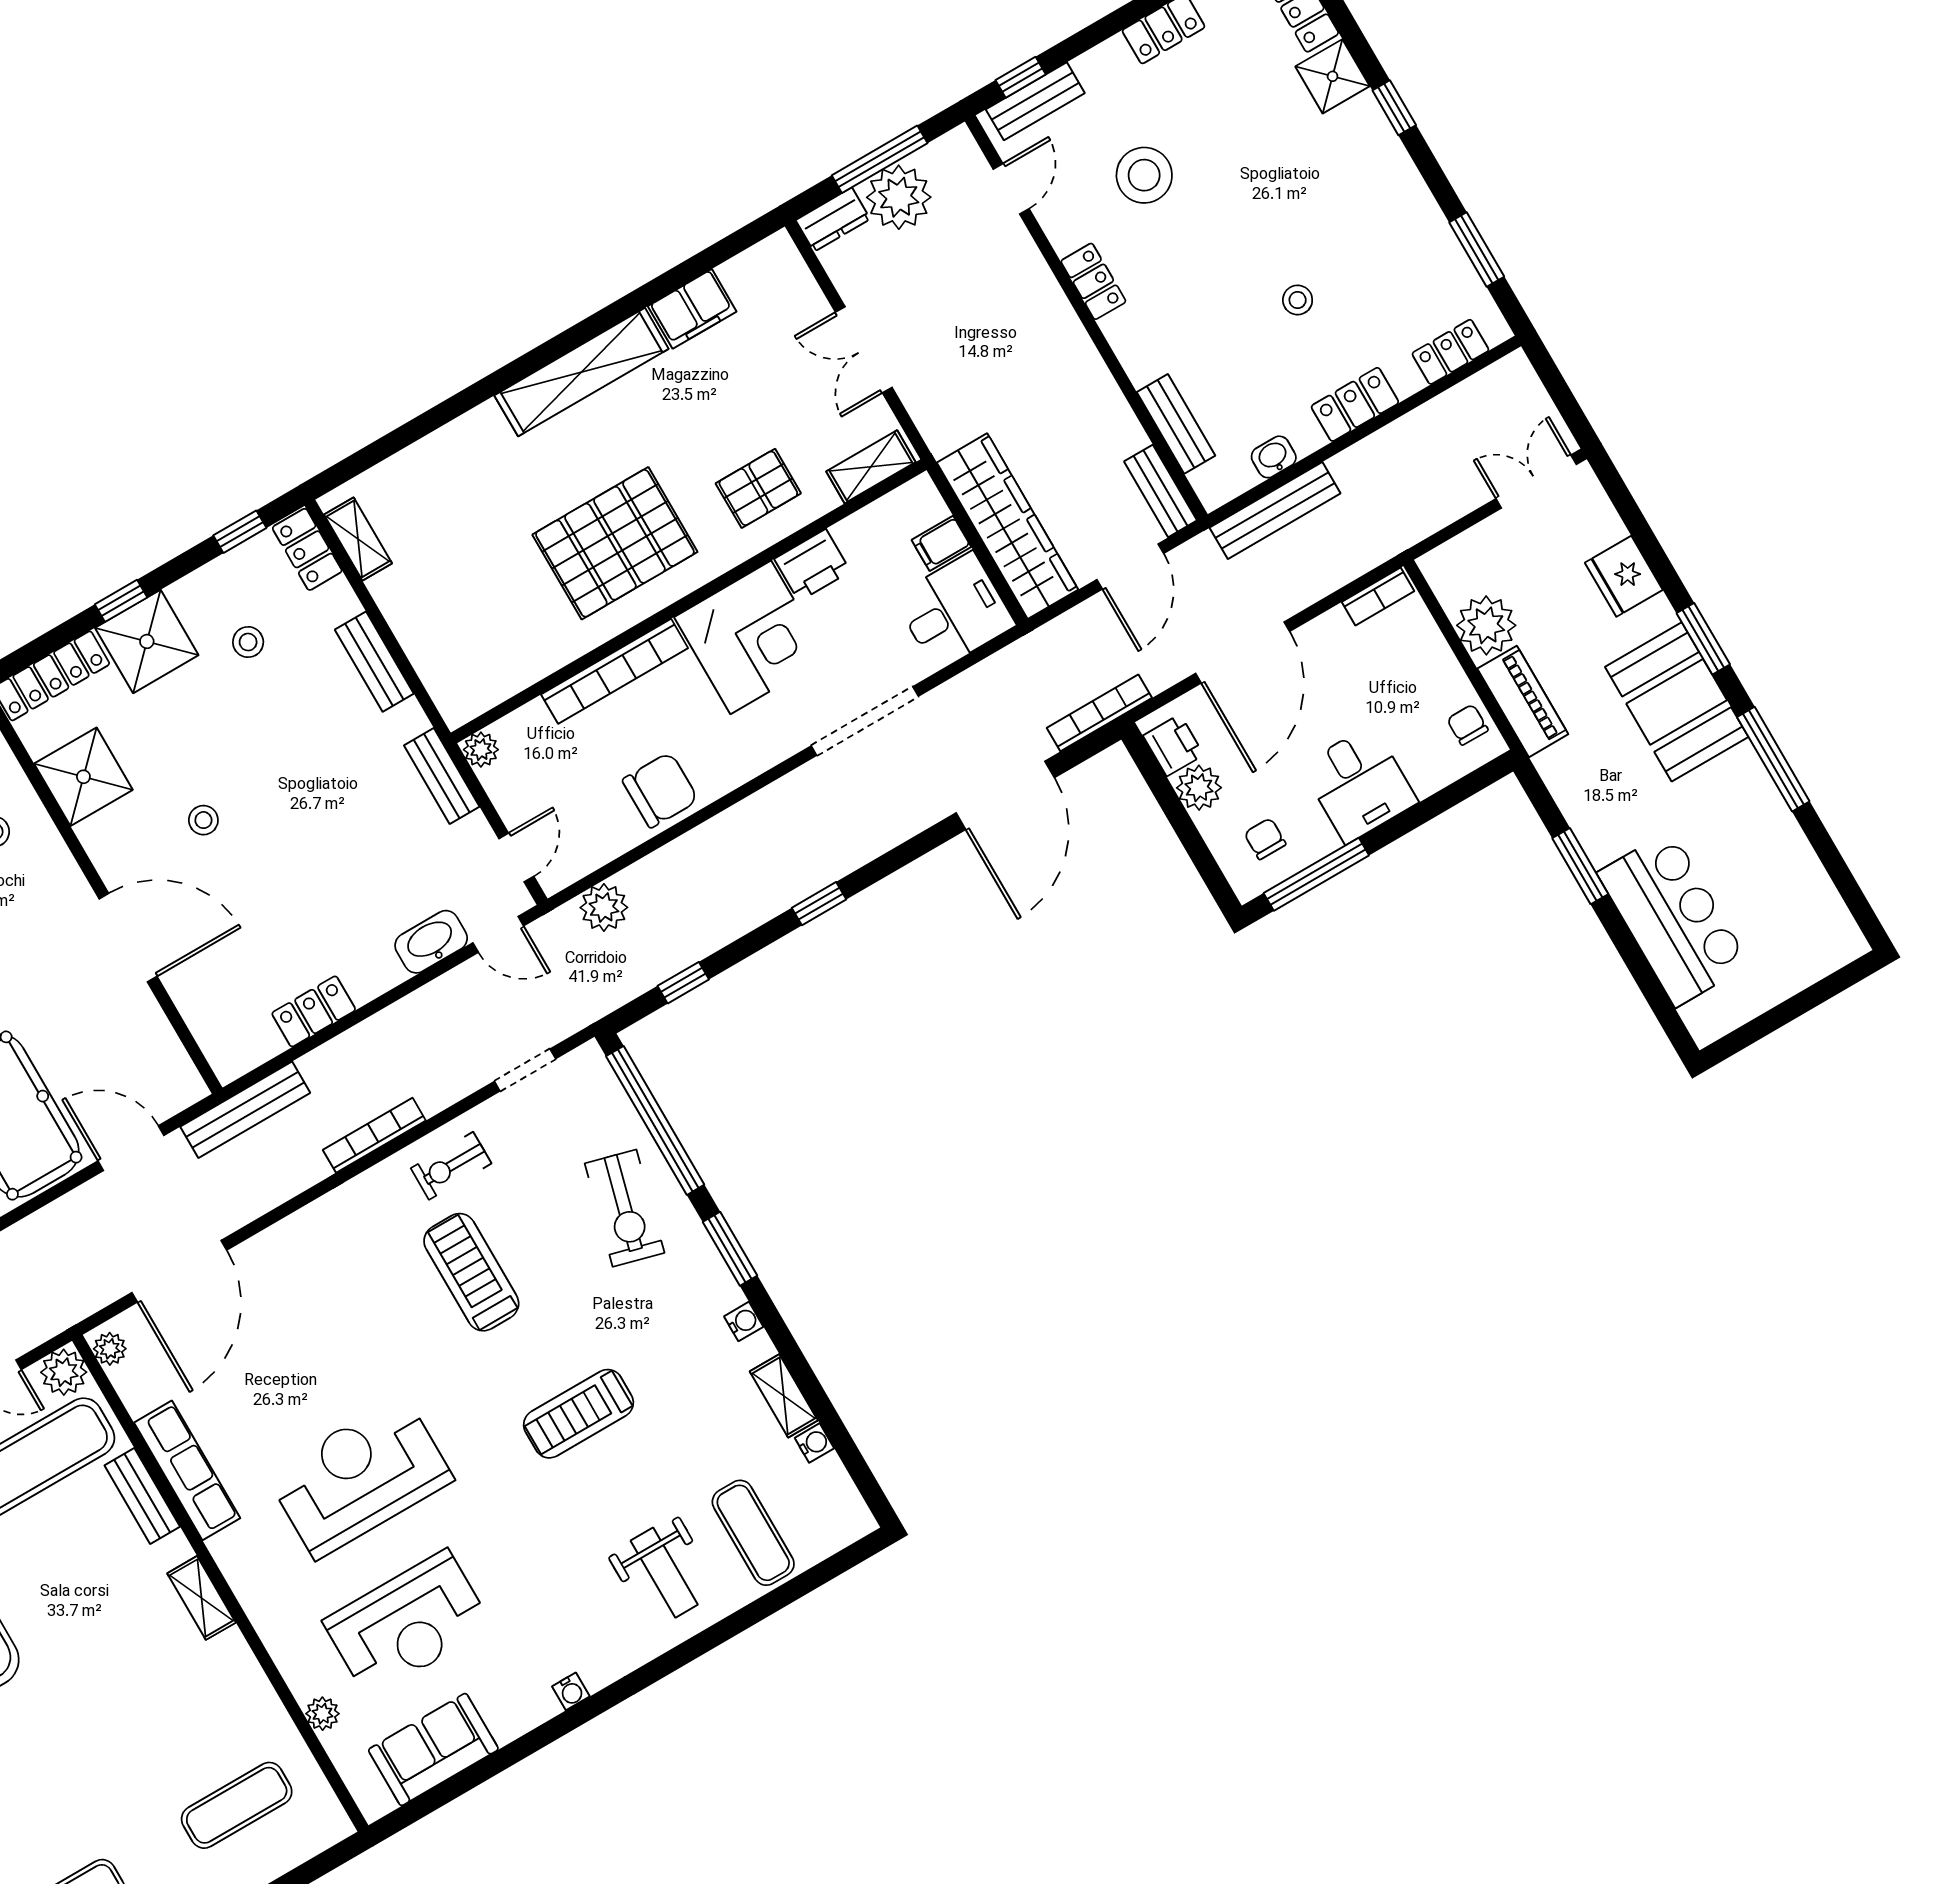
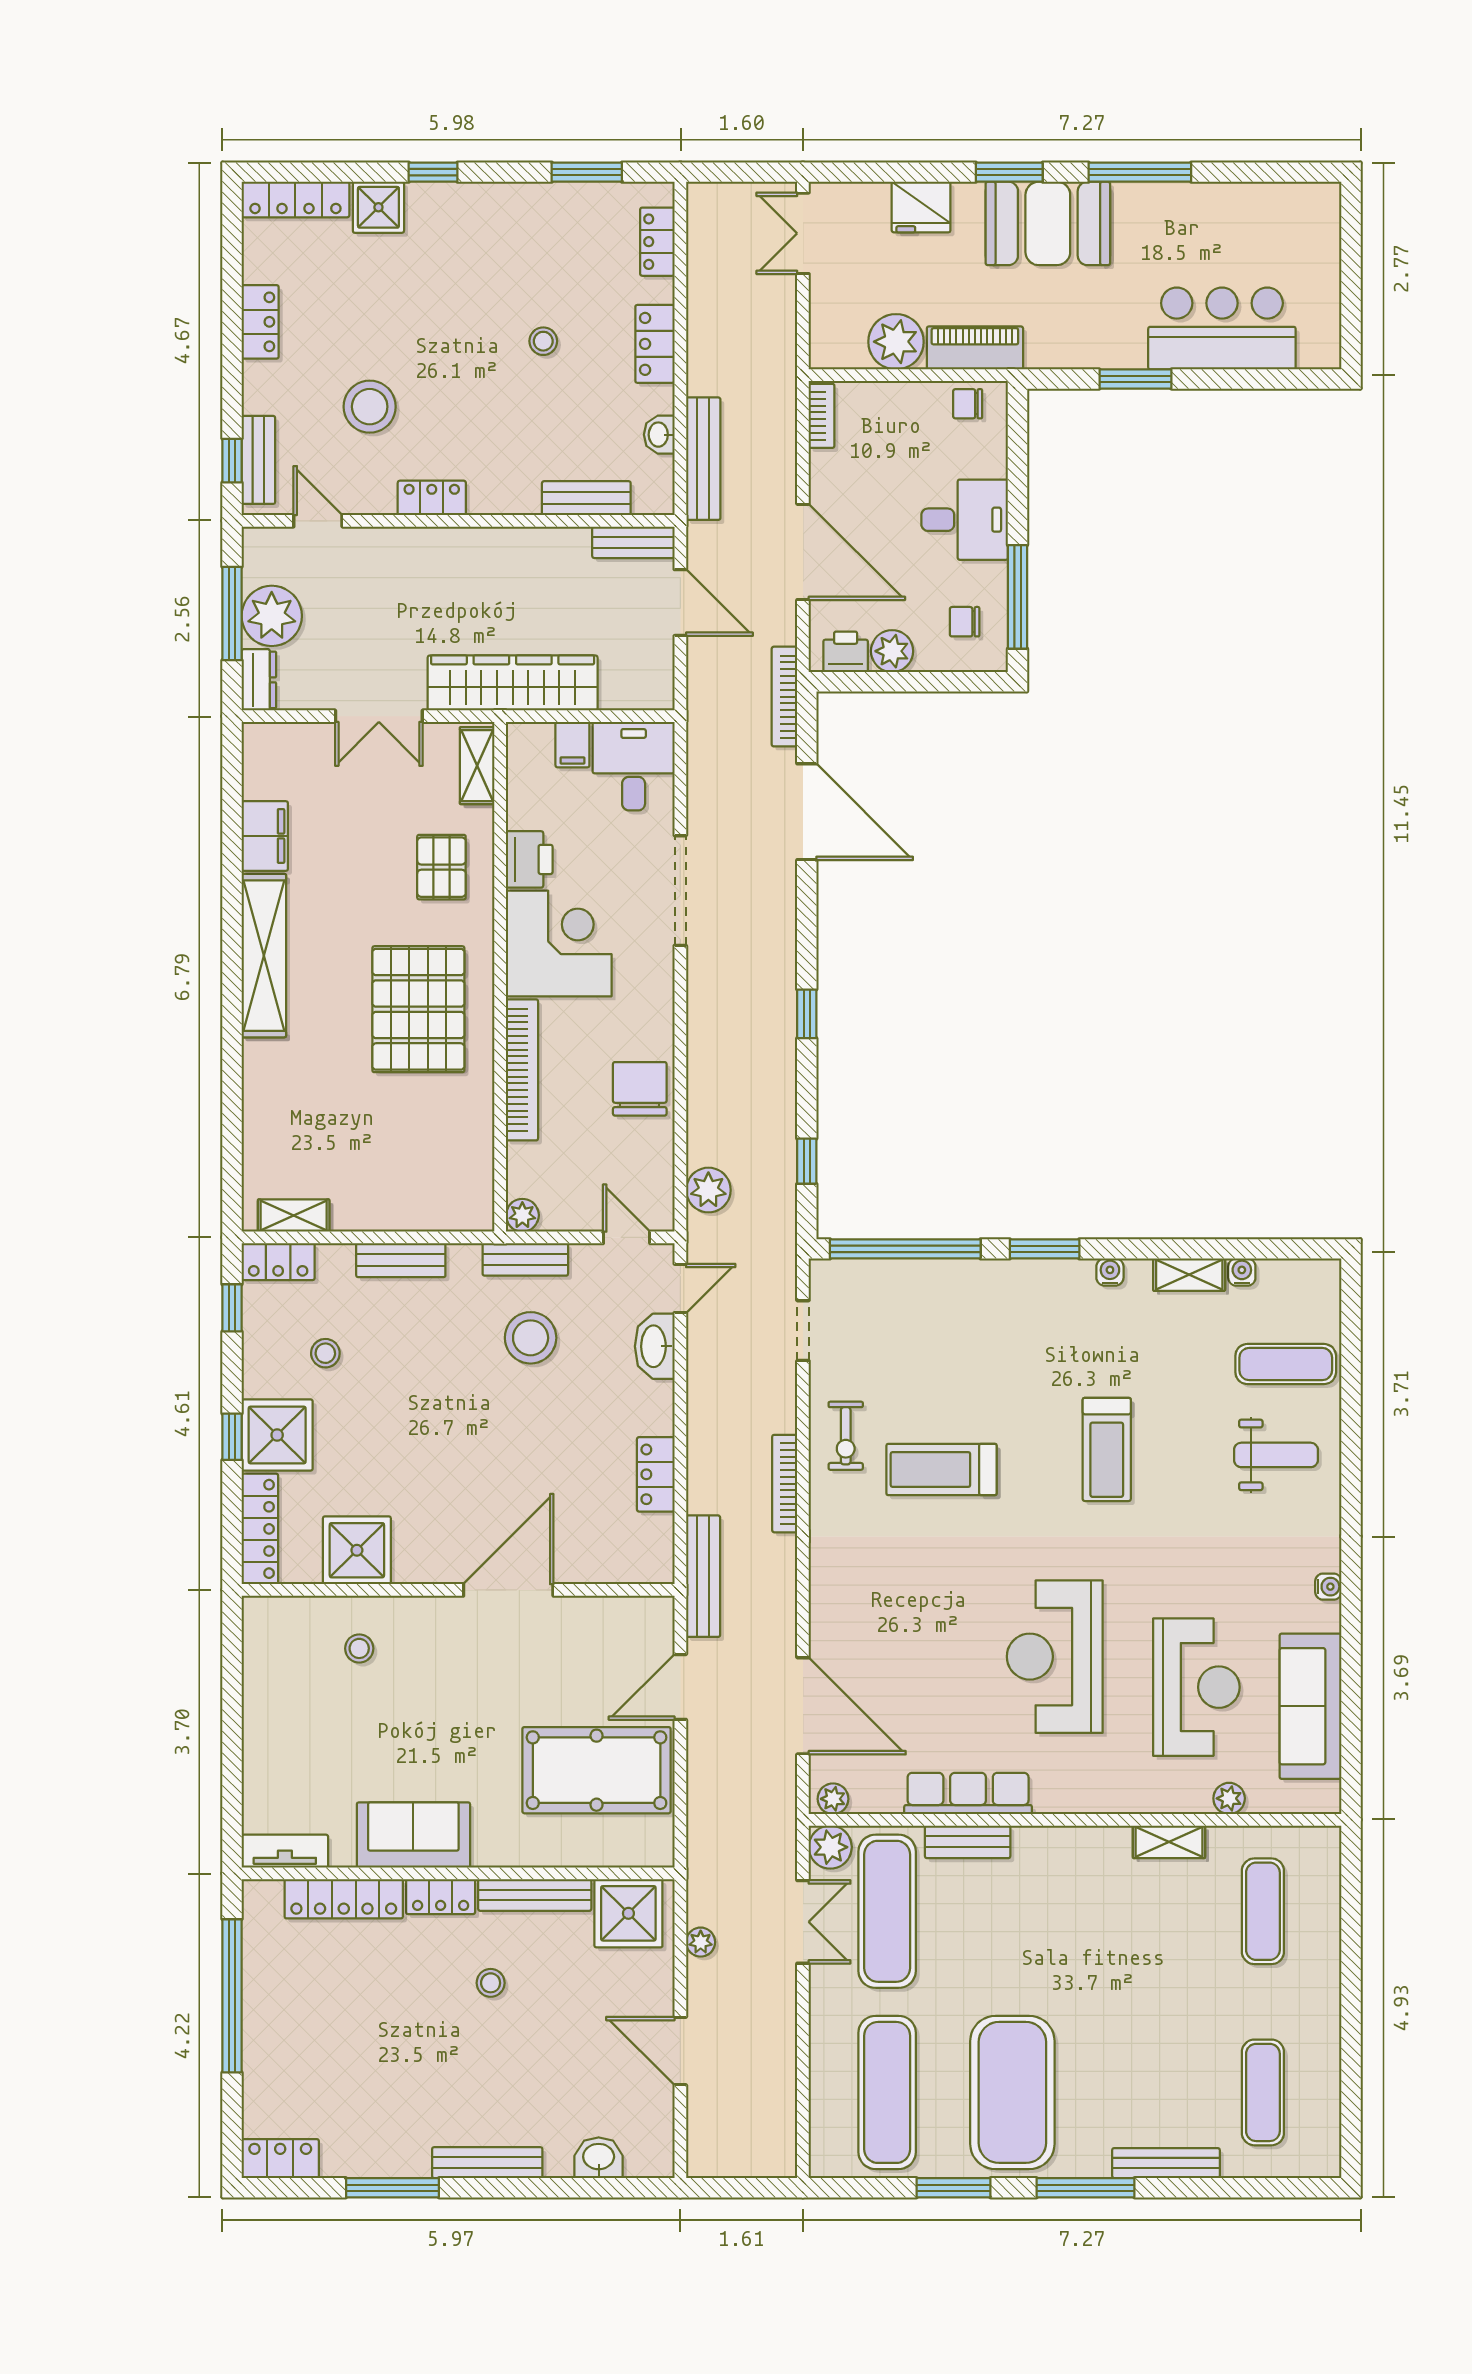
wardrobe: (1007, 526) -> (513, 683), moved
stool: (203, 820) -> (531, 1338), moved, width x1.89, depth x1.89
exercise bike: (625, 1208) -> (962, 1315), removed
shelving: (202, 1598) -> (1169, 1842), moved
sofa: (433, 1749) -> (1310, 1706), width x1.36

